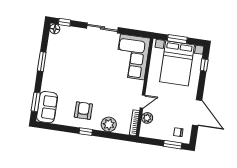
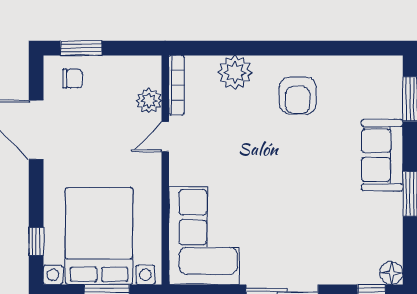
sofa: (47, 107) -> (382, 155), moved
window: (86, 132) -> (285, 48), removed

